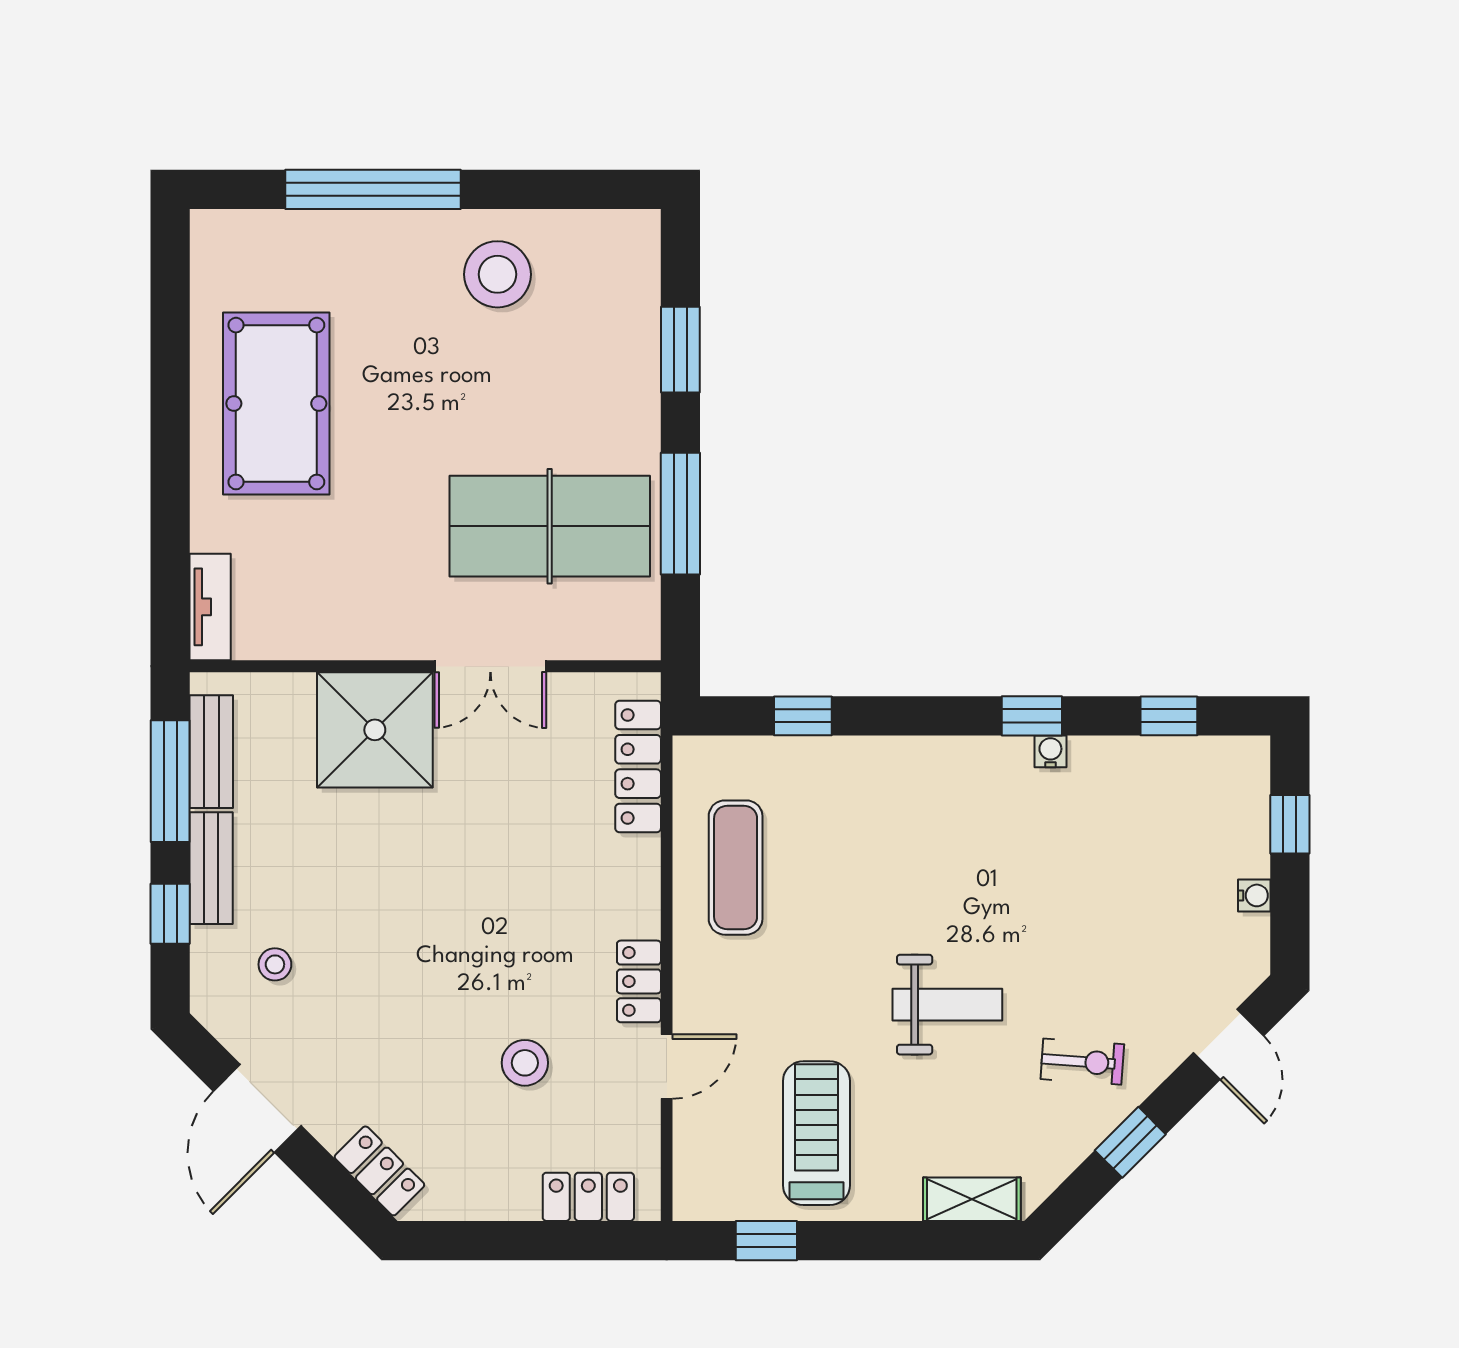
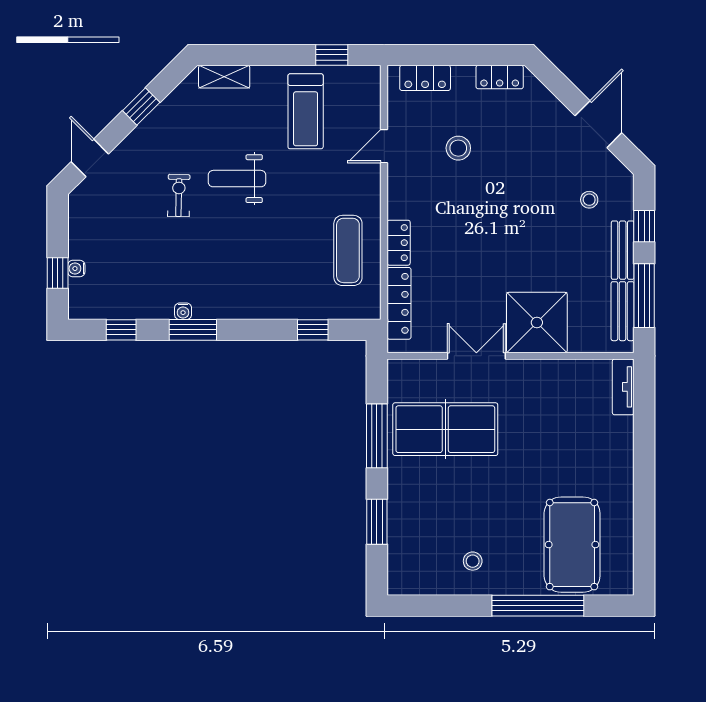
stool: (498, 274) -> (473, 561), width x0.53, depth x0.53
pool table: (276, 404) -> (572, 545), moved
window: (1032, 716) -> (193, 330), width x1.50
water cooler: (1254, 895) -> (76, 269), moved
locker: (639, 981) -> (399, 243), moved
exercise bike: (1082, 1062) -> (179, 196), moved, turned 87
locker: (379, 1171) -> (500, 77), moved, turned -45

